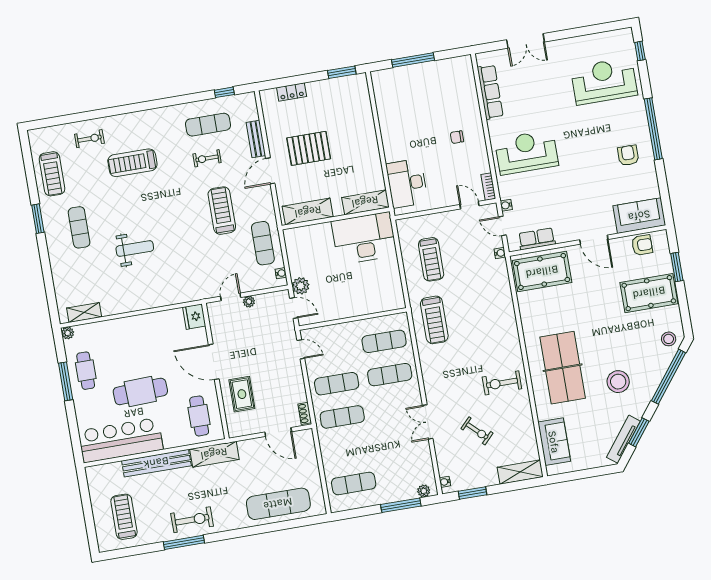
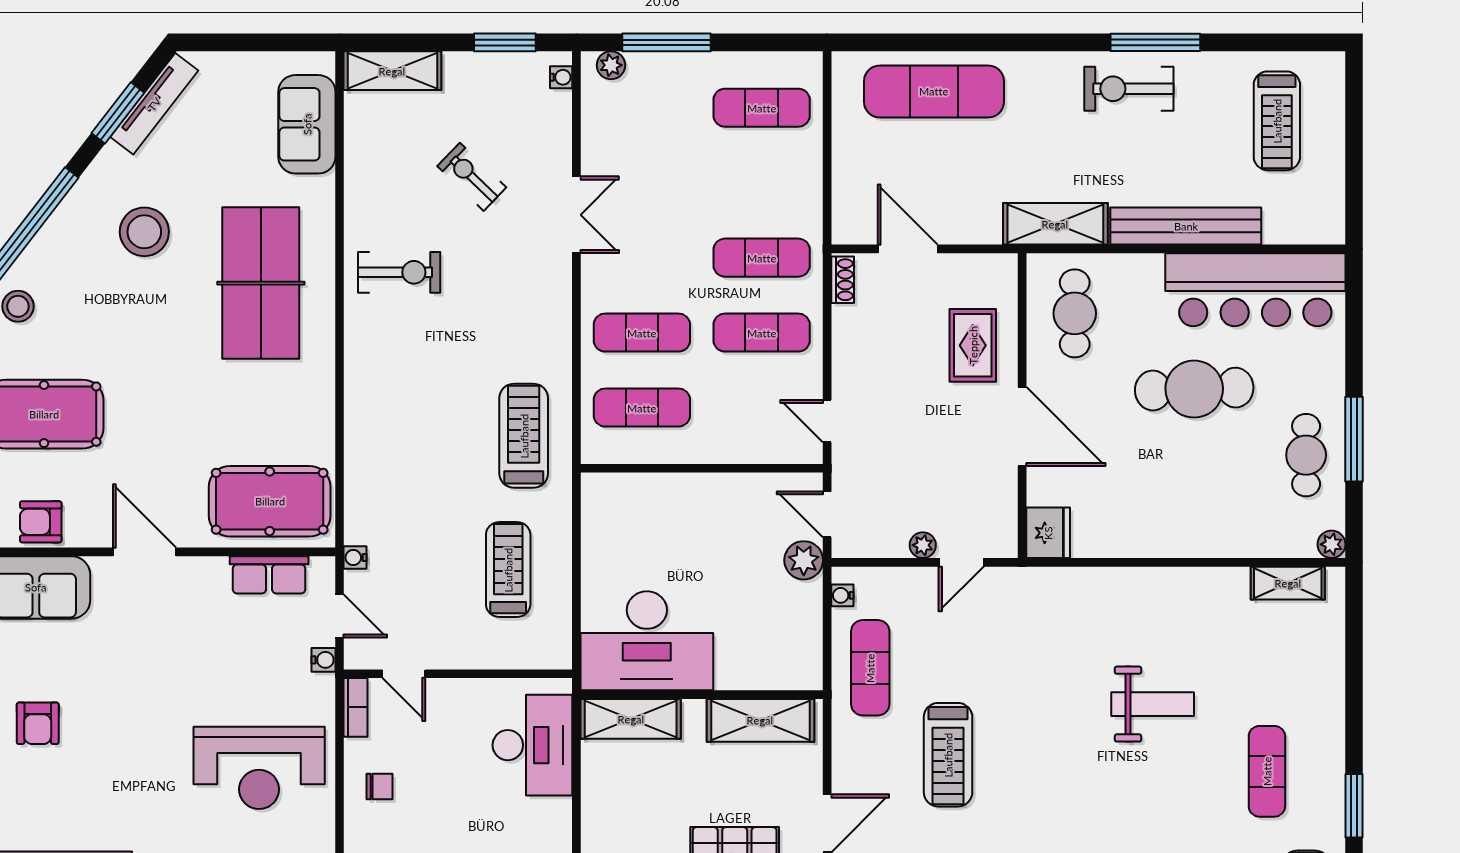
chair: (457, 137) -> (379, 787), moved
weight bench: (135, 249) -> (1153, 704), turned 180

